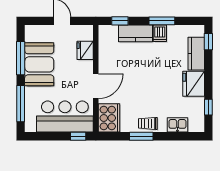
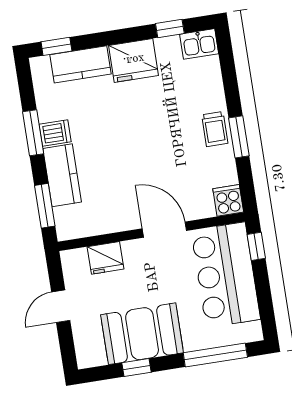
window: (120, 21) -> (45, 206), width x1.50
window: (21, 58) -> (136, 367), width x0.46
cooker: (109, 118) -> (228, 200), width x0.53, depth x0.76
kitchen sink: (177, 125) -> (199, 44), moved, turned -90

